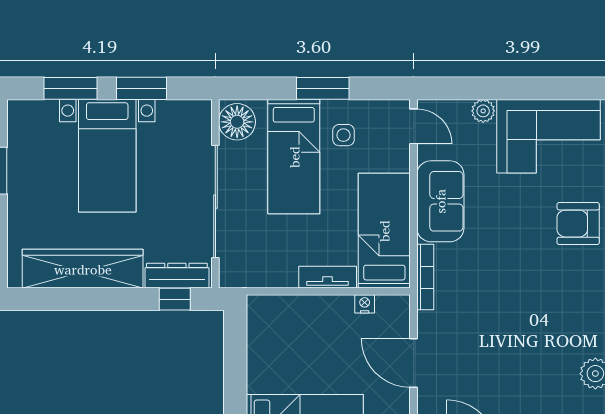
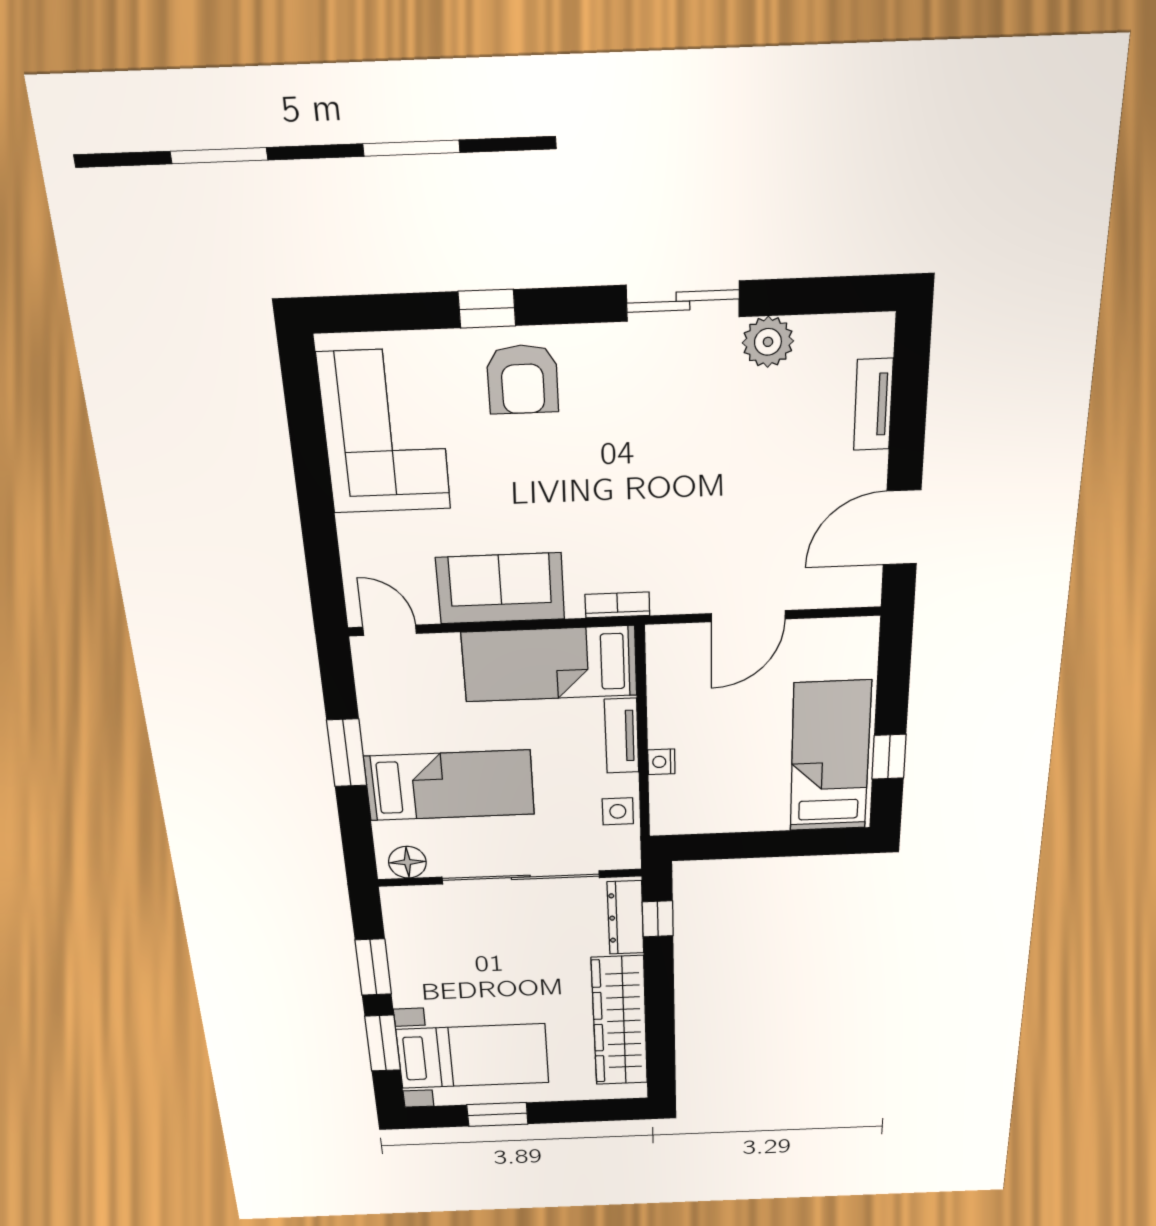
plant: (483, 111) -> (355, 532), removed
floor lamp: (237, 122) -> (407, 862), width x0.73, depth x0.73
door: (414, 126) -> (390, 630), hinge flipped
side table: (343, 135) -> (618, 811), moved
bed with nightstands: (107, 156) -> (473, 1056), moved
bookcase: (425, 277) -> (617, 605), width x0.64
nightstand: (365, 304) -> (661, 762), moved

